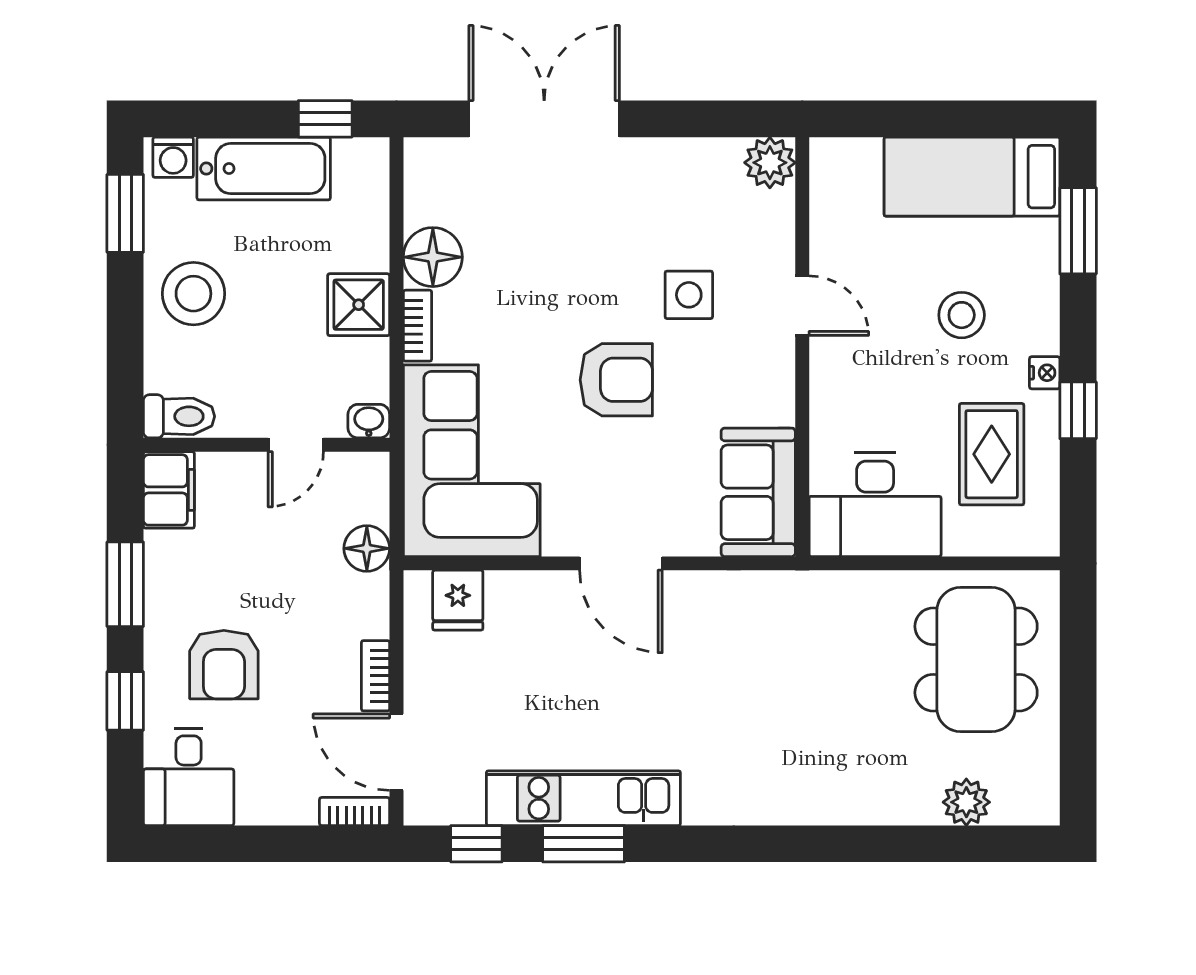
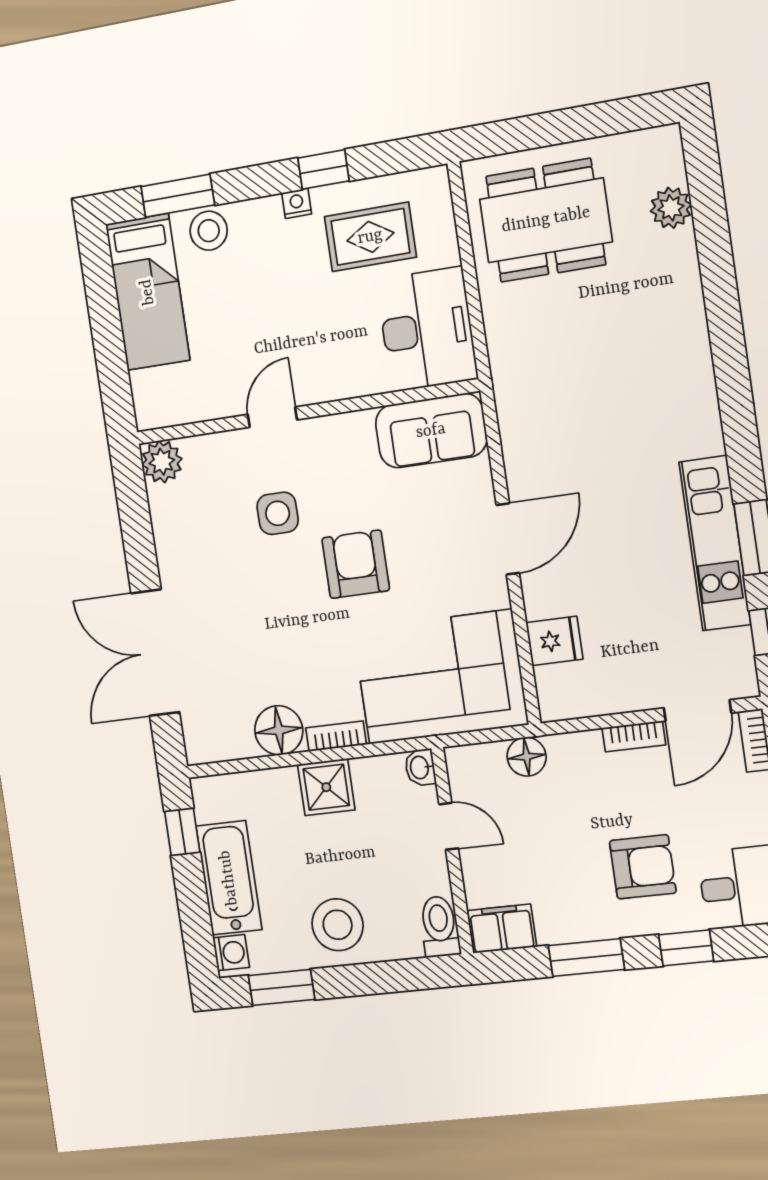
stool: (962, 315) -> (209, 231), moved
fridge: (458, 600) -> (554, 641), moved

